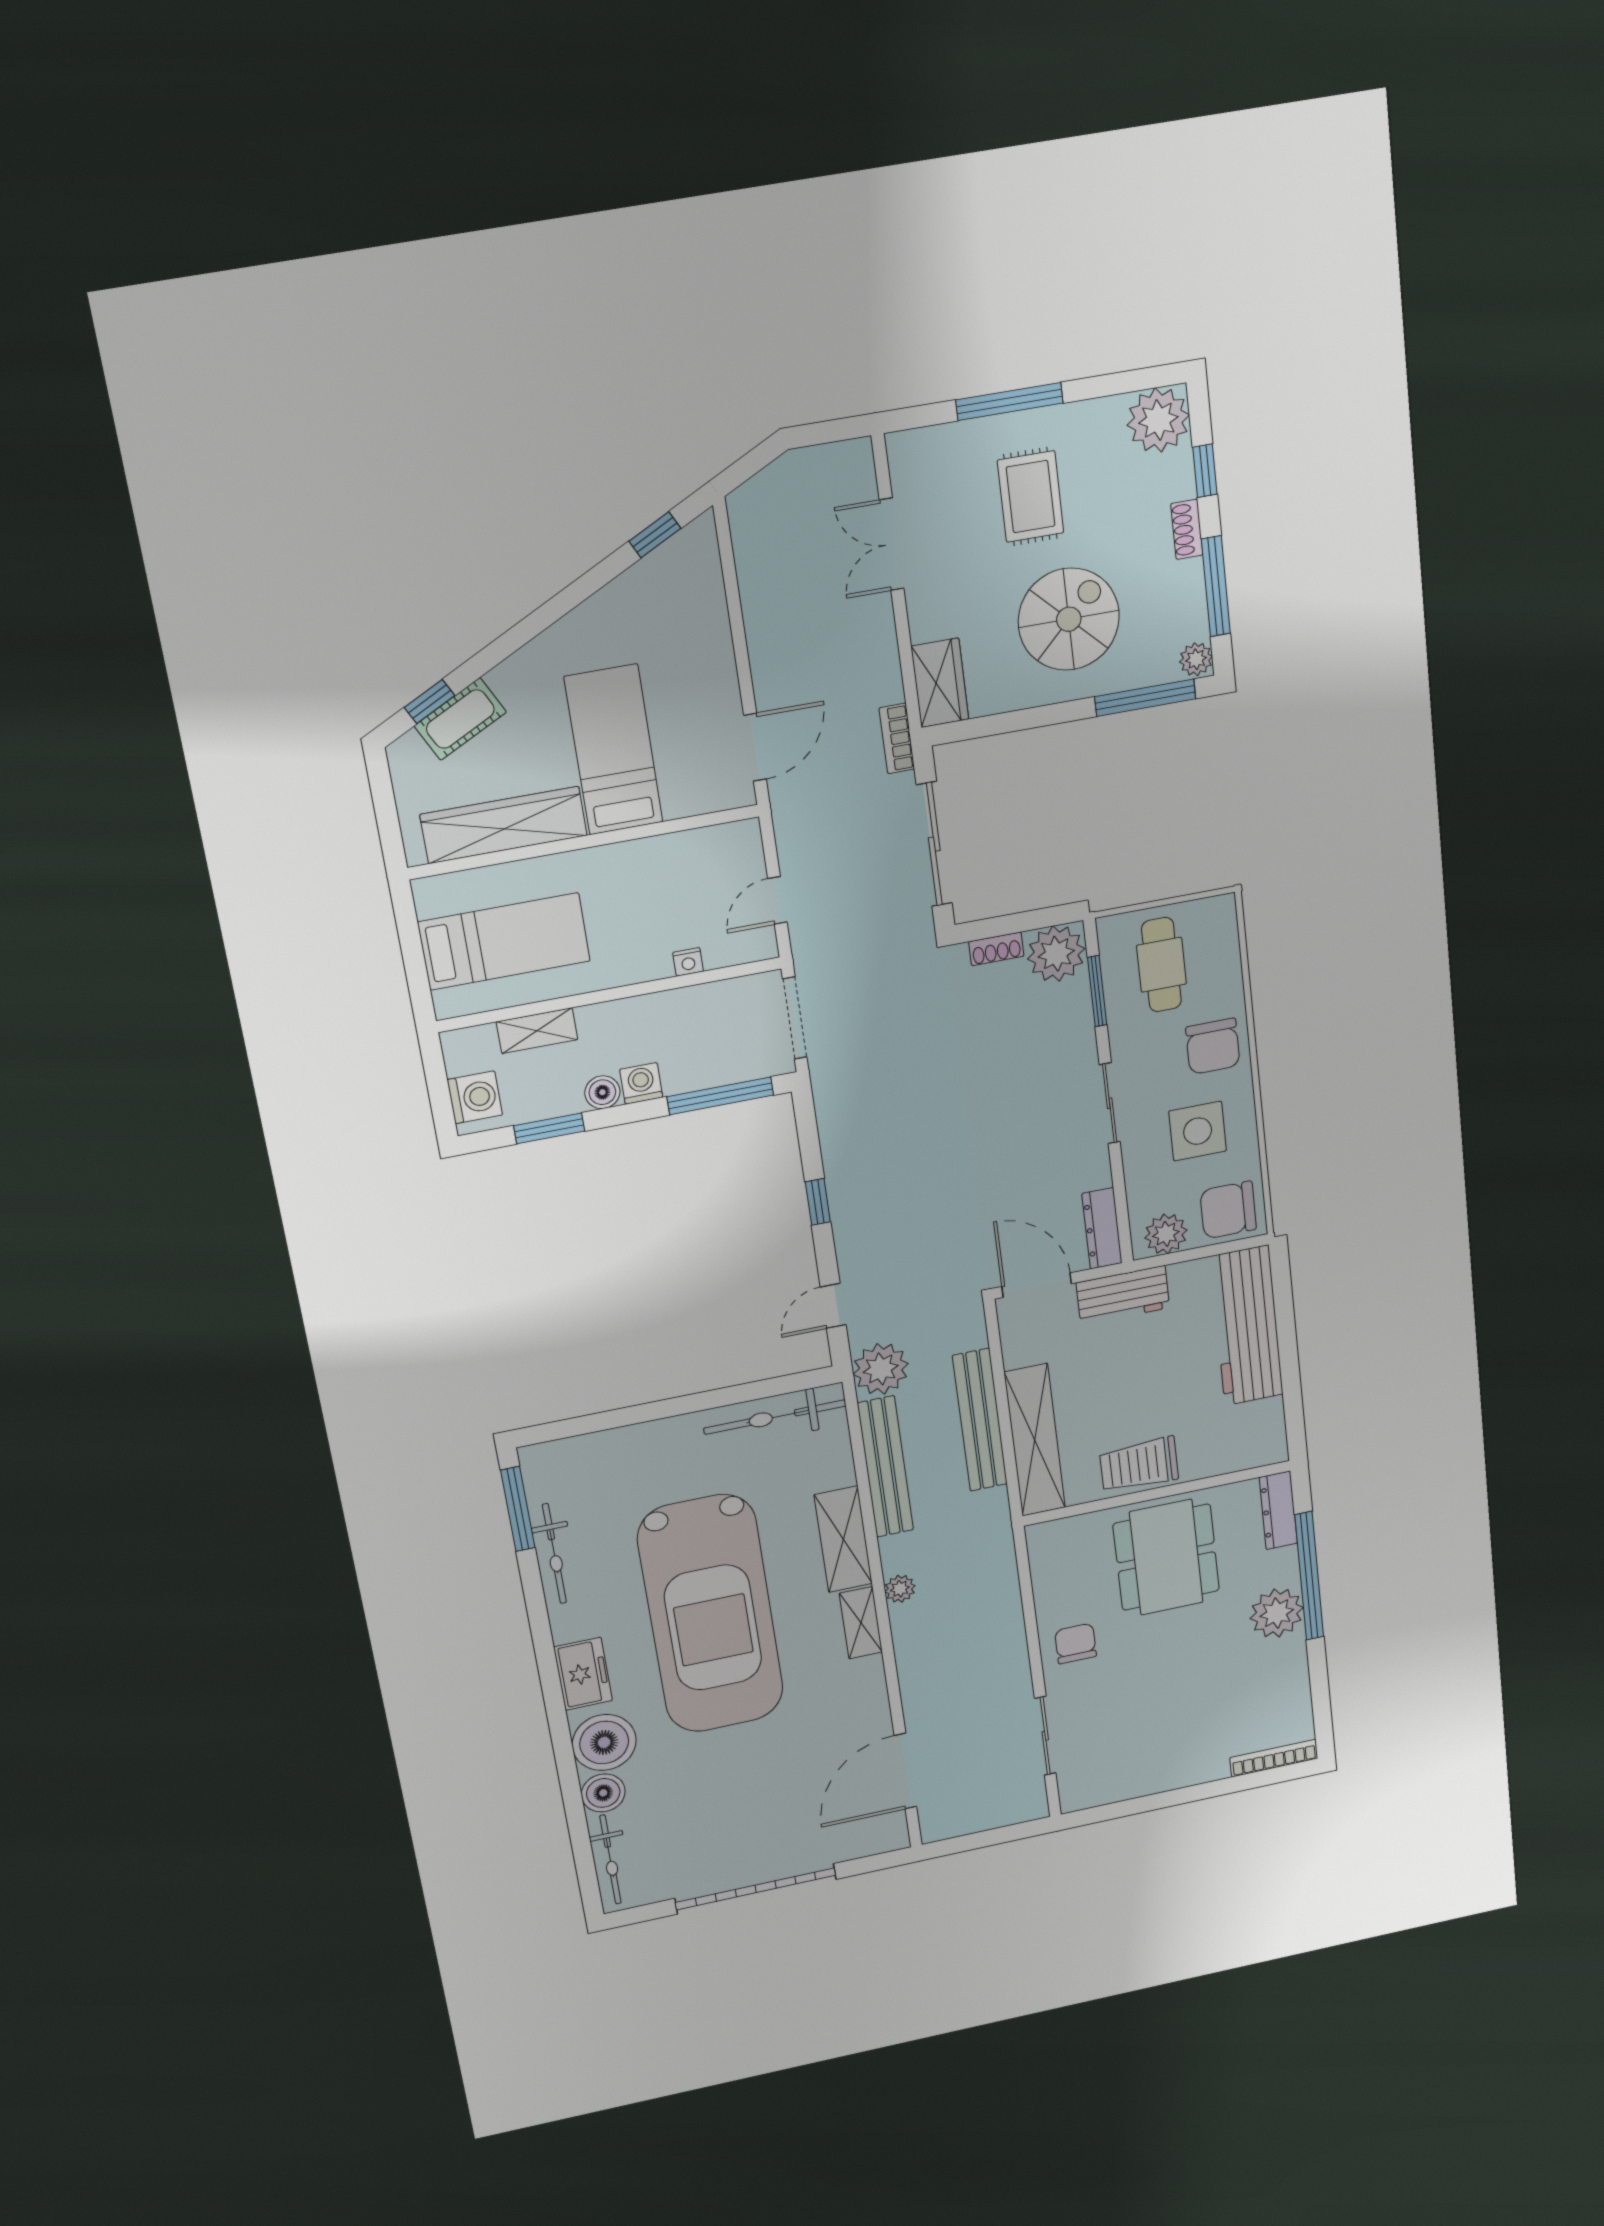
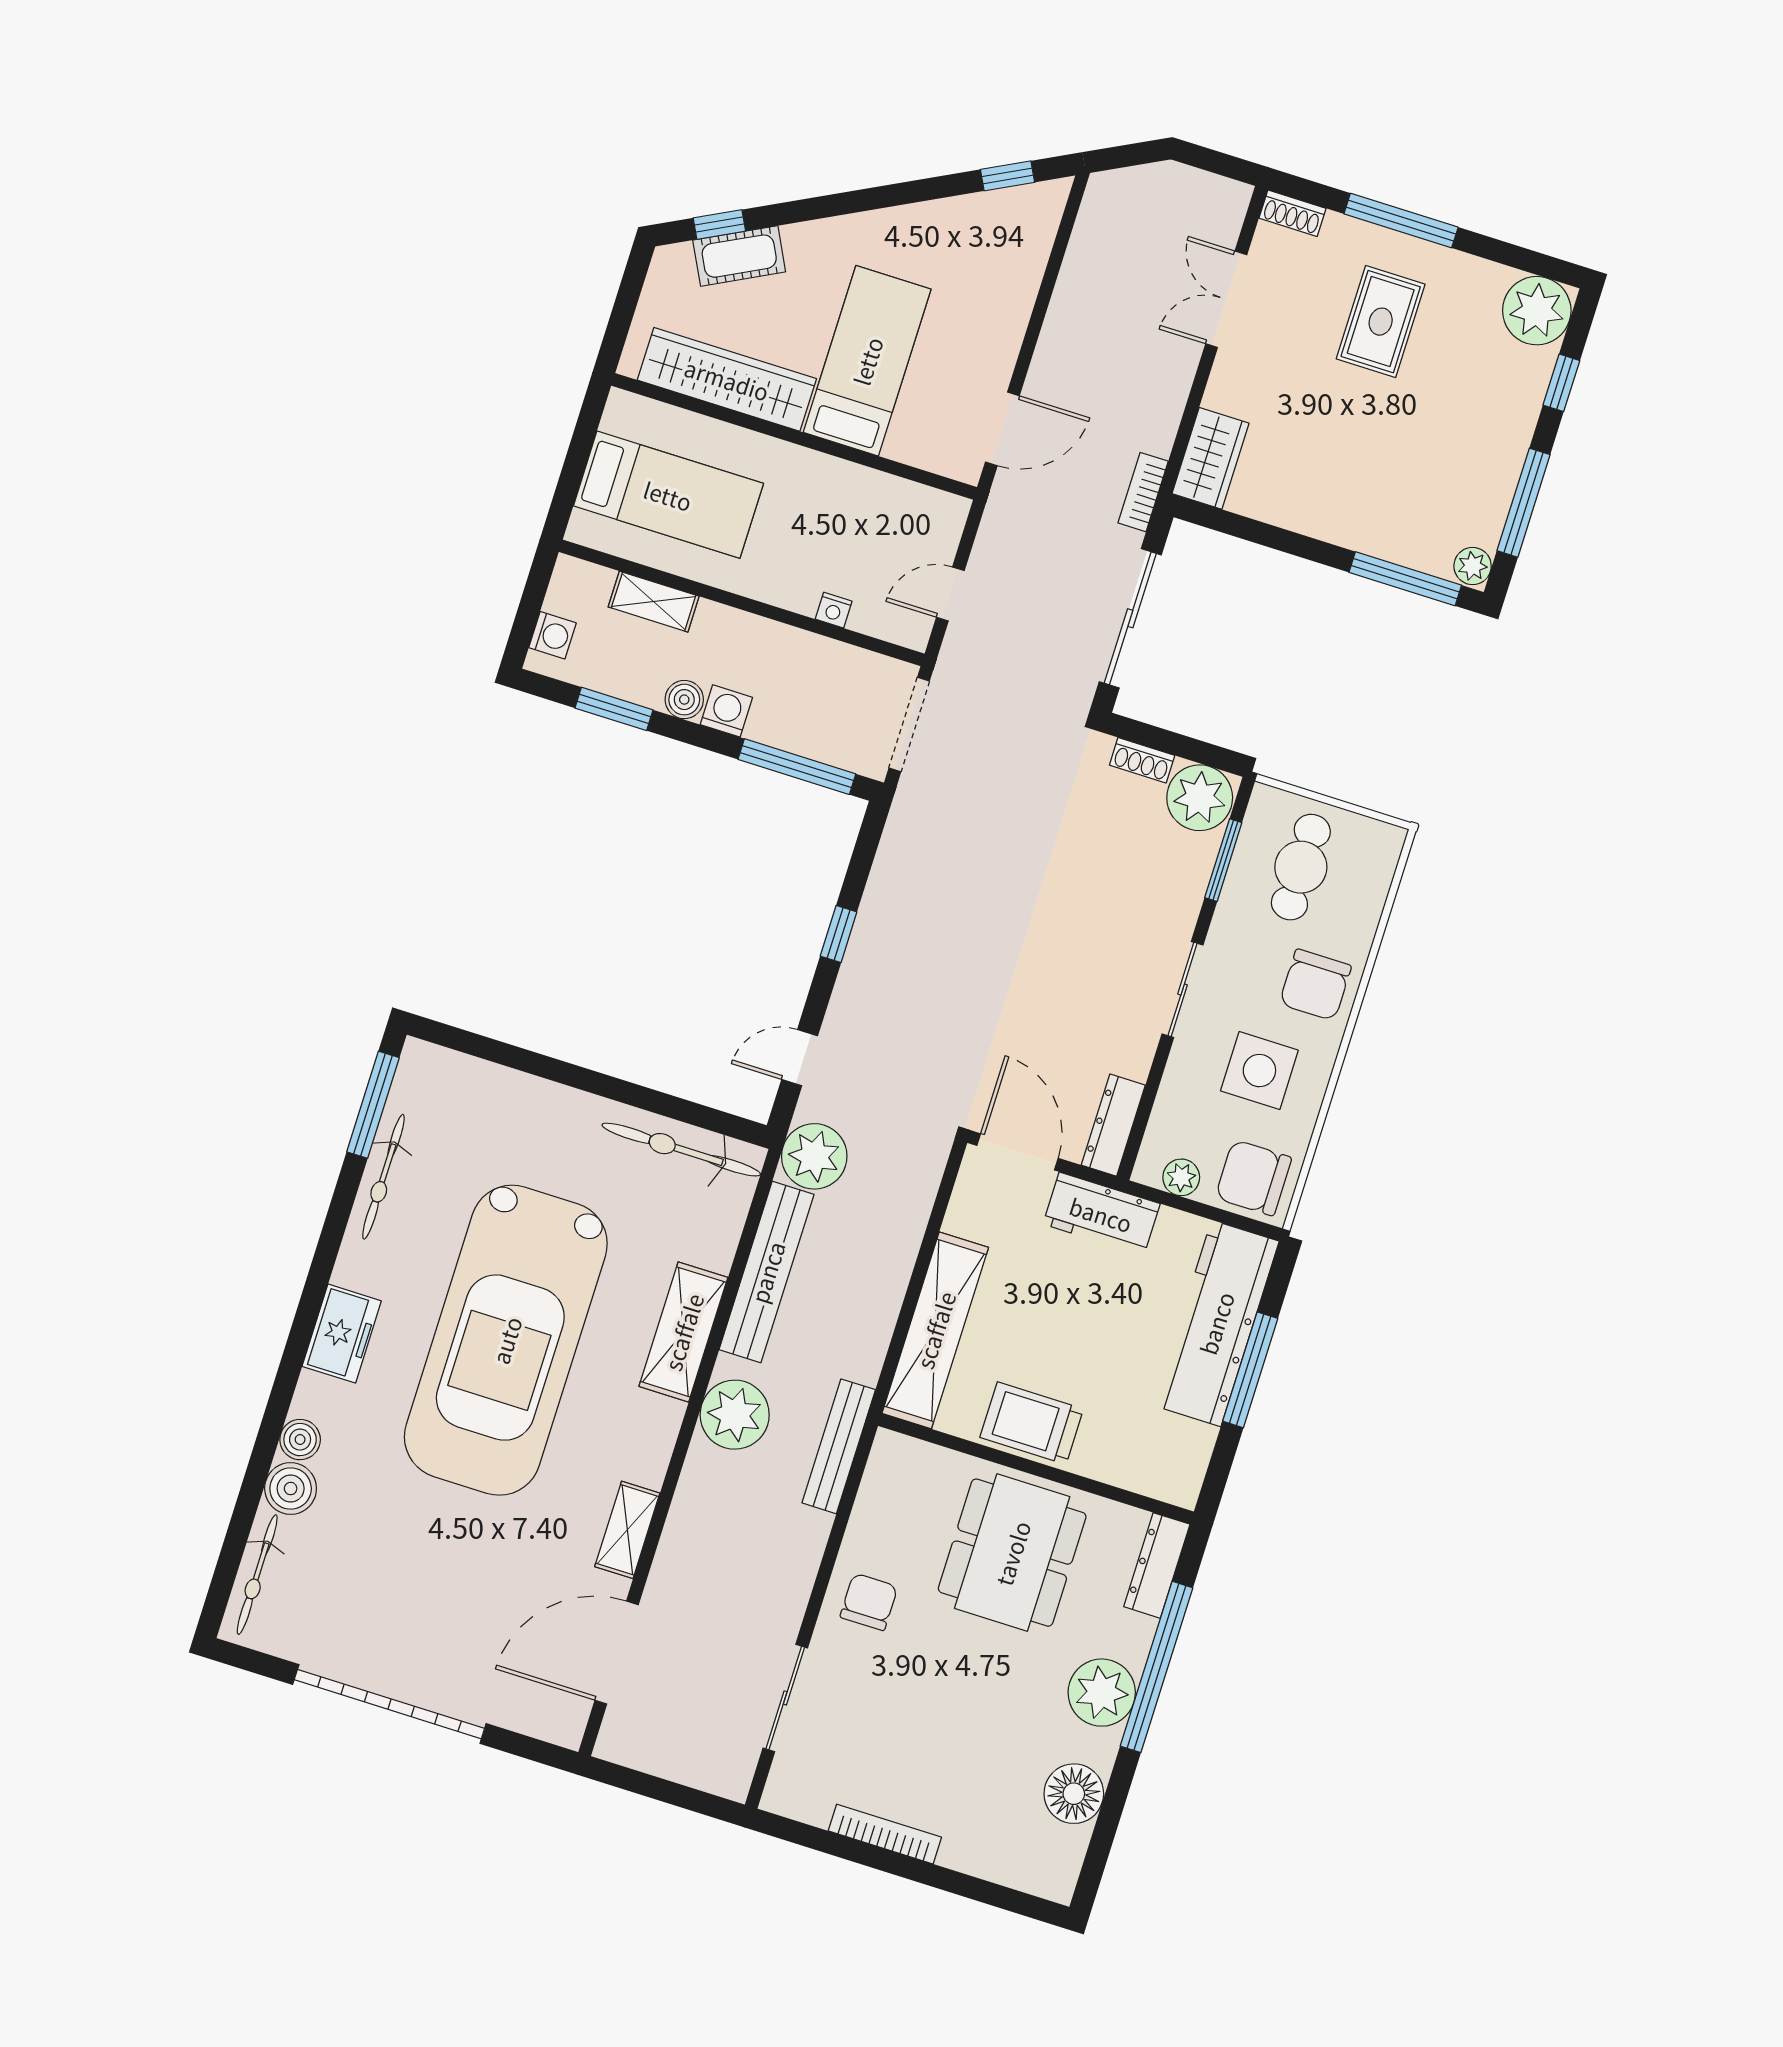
shoe rack: (1187, 529) -> (1292, 213), moved, turned -90
spiral stairs: (1069, 619) -> (1364, 461), removed
washing machine: (475, 1097) -> (552, 635), width x0.73, depth x0.73
plant: (1166, 1234) -> (1181, 1177), width x0.73, depth x0.73
window: (1287, 1344) -> (1250, 1370), added
bench: (980, 1420) -> (839, 1446), moved, width x0.73, depth x0.82
plant: (900, 1589) -> (735, 1415), width x1.87, depth x1.87
shelving: (861, 1623) -> (627, 1530), moved
floor lamp: (1287, 1687) -> (1074, 1794), added
boiler: (604, 1742) -> (300, 1440), width x0.54, depth x0.54
bookcase: (1274, 1758) -> (885, 1834), moved

